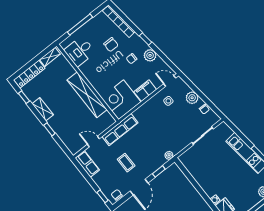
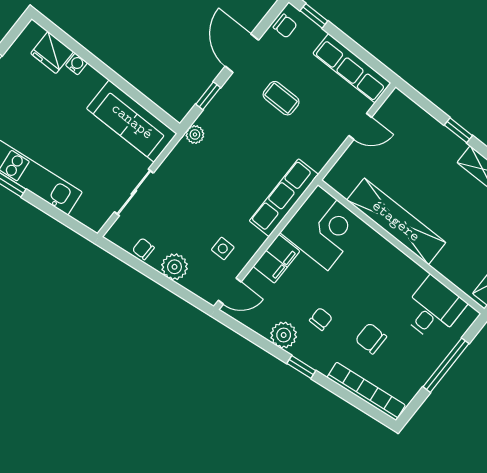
row of seats: (120, 130) -> (284, 198), moved
row of seats: (87, 164) -> (352, 68), width x1.48
sofa: (196, 168) -> (132, 121), added

